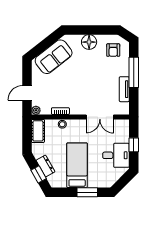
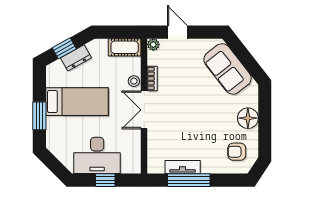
window: (134, 72) -> (189, 180), moved
double door: (100, 117) -> (144, 110), moved
desk: (116, 155) -> (97, 155), width x1.37

